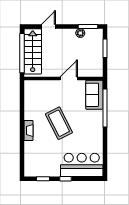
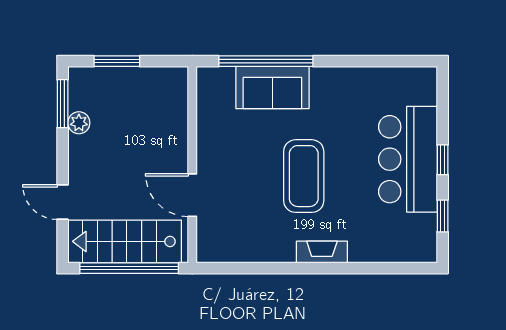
door: (69, 79) -> (192, 195), moved
sofa: (94, 95) -> (272, 88), moved
coffee table: (59, 123) -> (304, 176), turned -63
bar counter: (82, 165) -> (408, 159), moved

